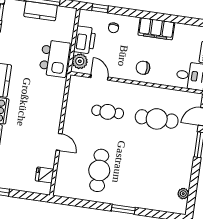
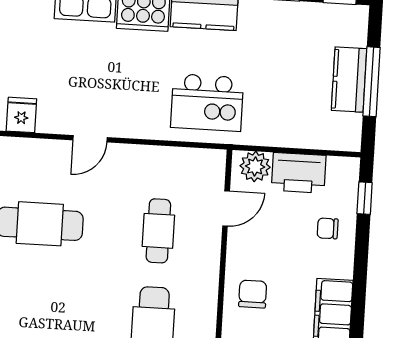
kitchen island: (55, 59) -> (207, 103), moved

